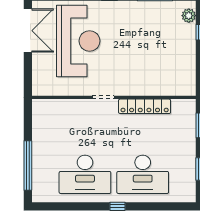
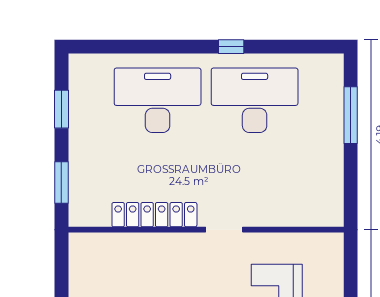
window: (28, 166) -> (351, 115), width x0.68
window: (117, 206) -> (231, 47), moved

